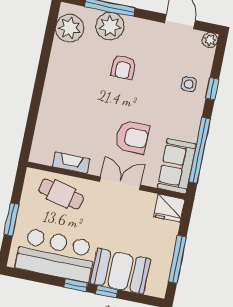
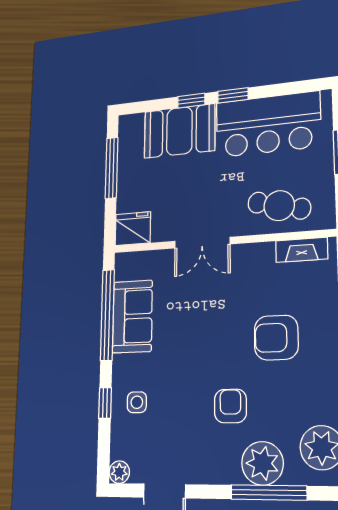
armchair: (132, 137) -> (276, 338), moved
fireplace: (71, 163) -> (302, 250), moved
sofa: (177, 166) -> (132, 316), moved

